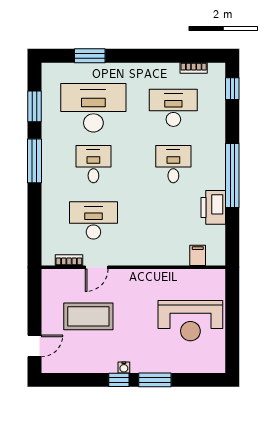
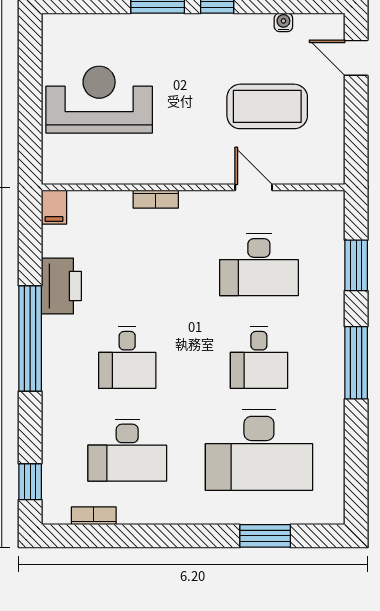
window: (34, 106) -> (356, 265), moved
filing cabinet: (198, 255) -> (54, 207), moved
bookcase: (69, 260) -> (156, 199), moved
door: (97, 267) -> (254, 187), hinge flipped
door: (34, 346) -> (356, 58), hinge flipped
water cooler: (124, 367) -> (283, 22), moved

